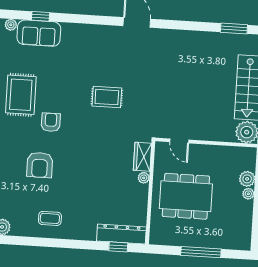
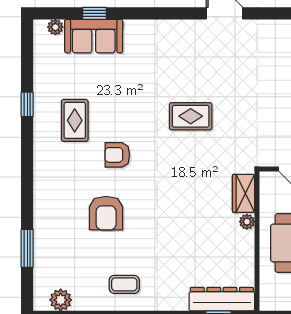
rug: (21, 95) -> (75, 120), width x0.73, depth x0.70
armchair: (51, 122) -> (117, 155), turned -90

